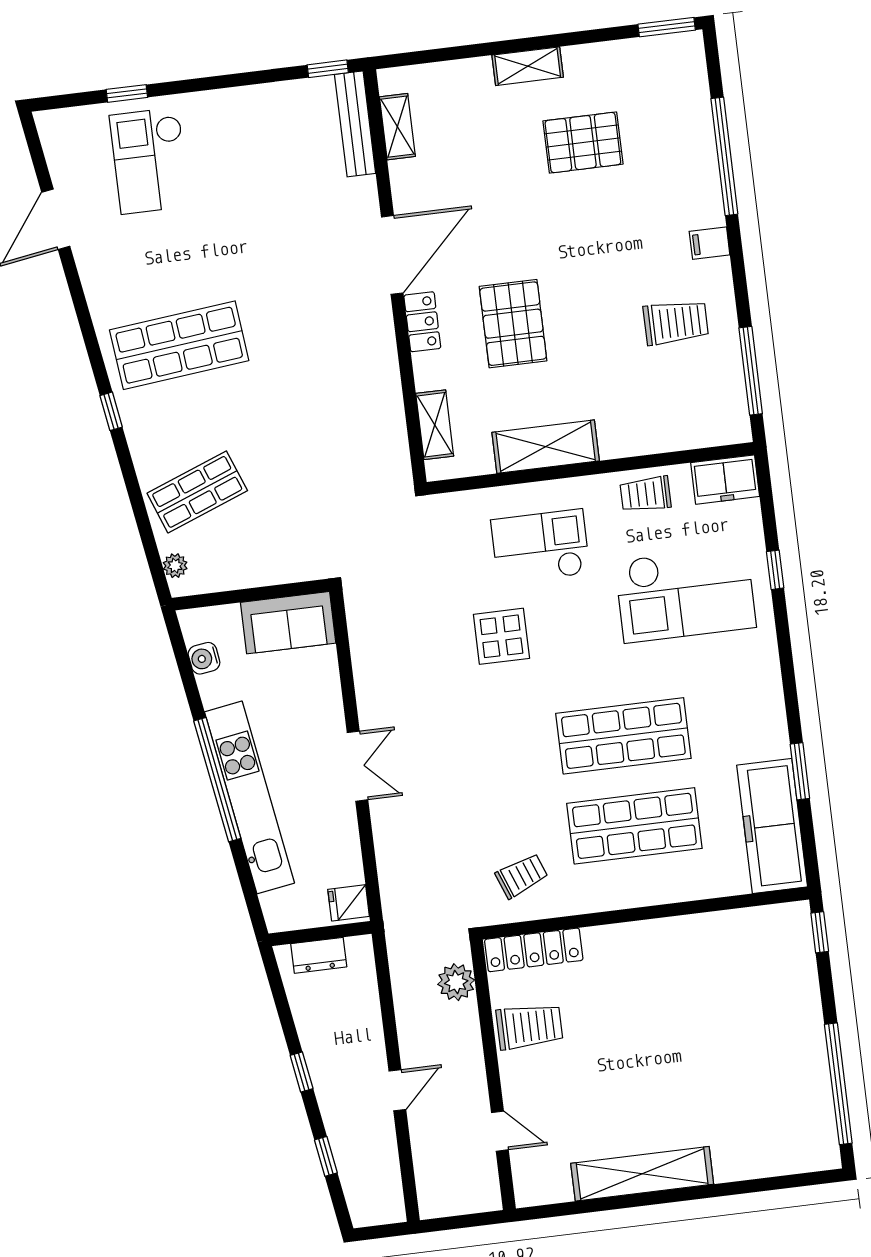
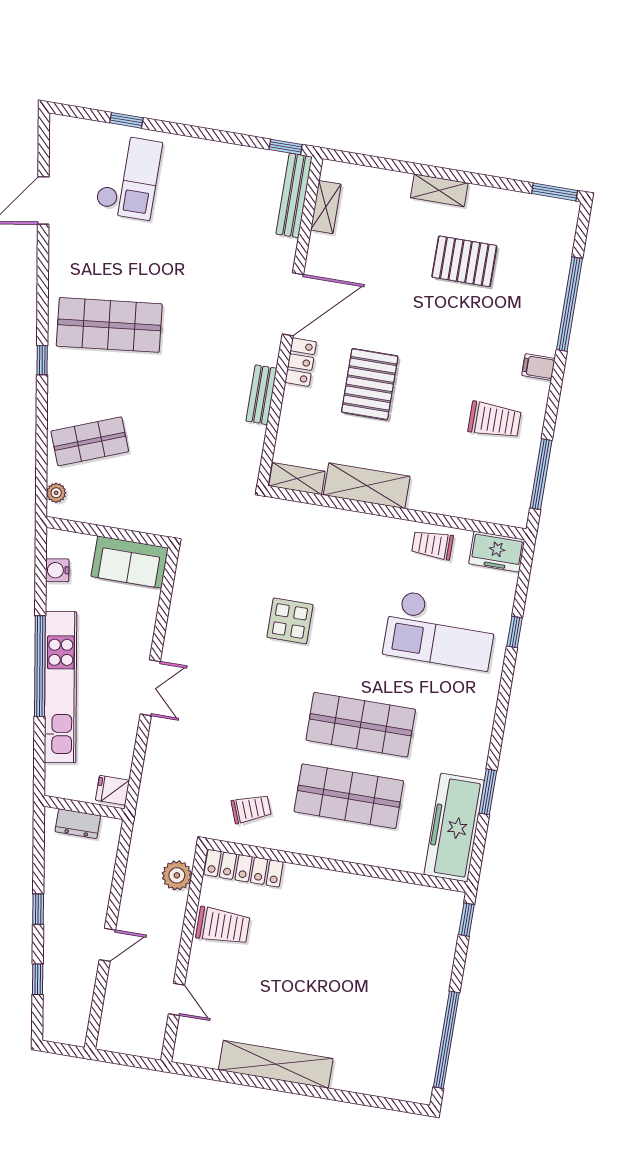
checkout: (150, 161) -> (129, 177), turned 180
bench: (387, 375) -> (261, 395), added
shelving: (435, 425) -> (297, 479), moved, turned 90
checkout: (540, 547) -> (340, 561), removed

